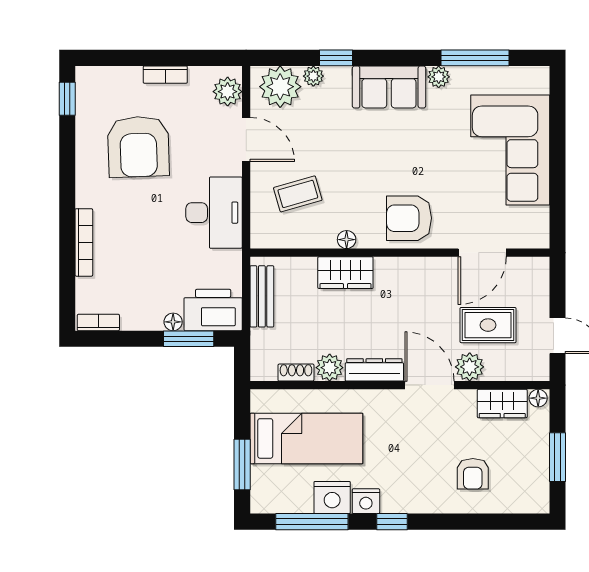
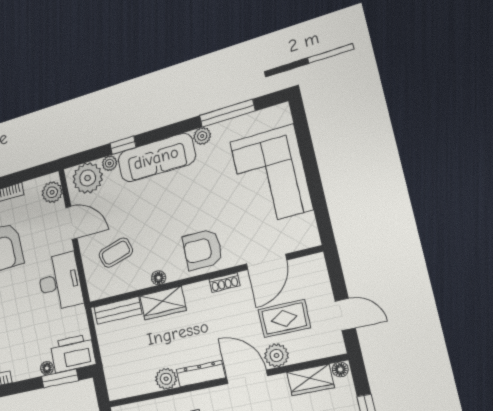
sofa: (389, 87) -> (156, 158), width x1.36
bench: (262, 296) -> (118, 310), moved, turned 90
shoe rack: (296, 373) -> (224, 283), moved, turned 180

